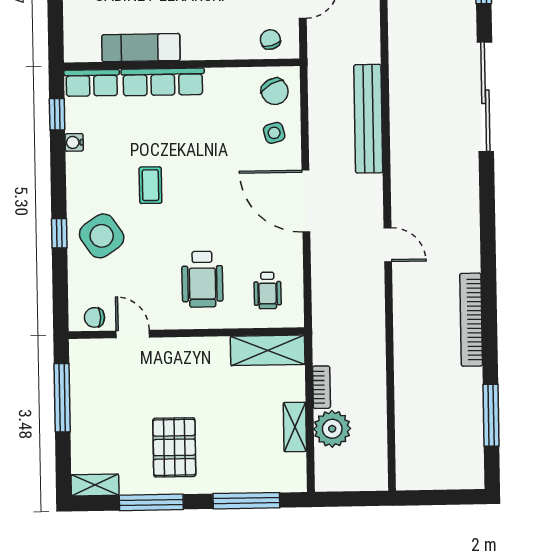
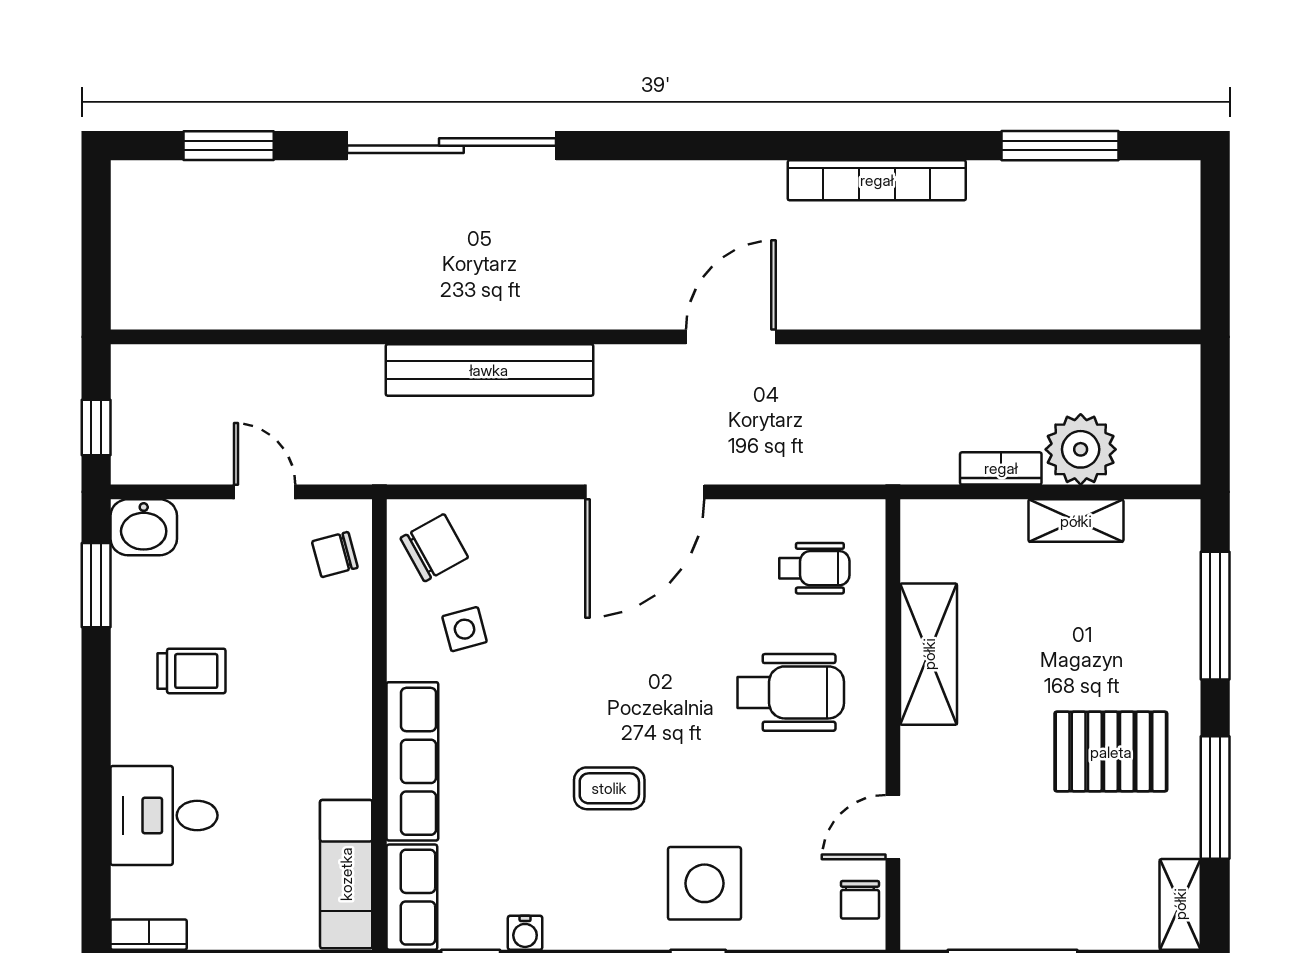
exam couch: (141, 48) -> (346, 874), moved
side table: (274, 133) -> (465, 629), moved
side table: (102, 236) -> (704, 883), turned 34
door: (388, 245) -> (731, 337), width x1.38
shelving: (268, 350) -> (929, 654), moved

